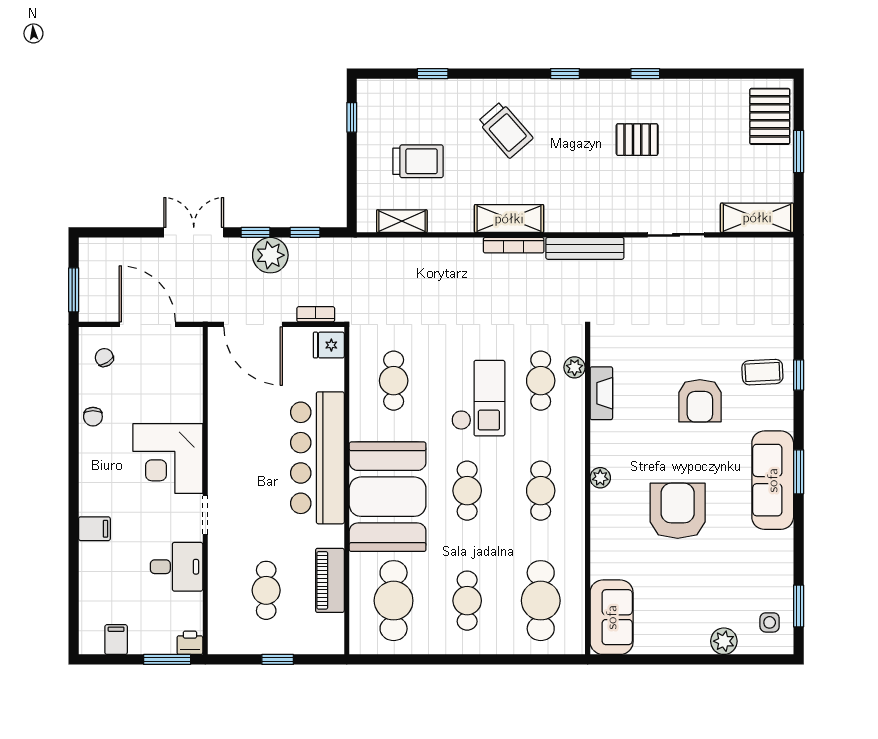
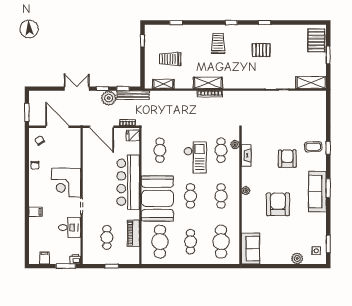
trolley: (505, 130) -> (218, 43), moved, turned -139
trolley: (418, 161) -> (170, 59), turned 180
bench: (585, 248) -> (133, 95), moved
armchair: (700, 401) -> (287, 159), turned 180

